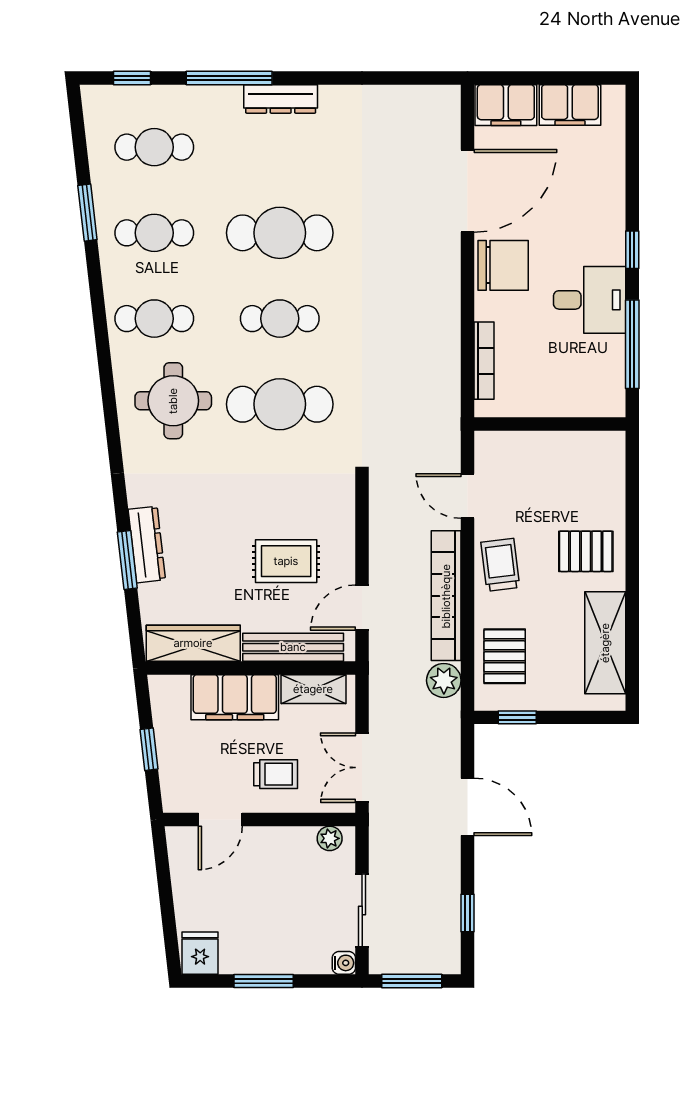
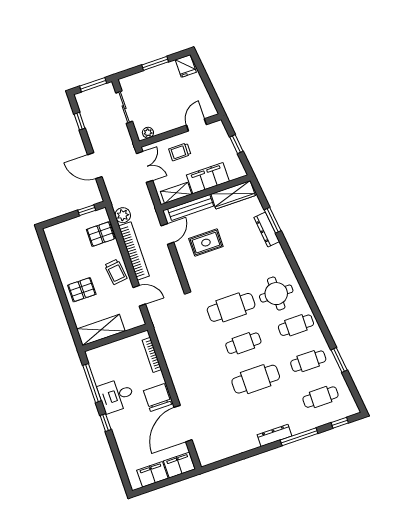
chair: (503, 265) -> (157, 398), turned 90
shelving: (605, 643) -> (101, 330), moved, turned 90
pallet: (505, 656) -> (101, 234), turned 90
water cooler: (344, 963) -> (124, 83), removed

